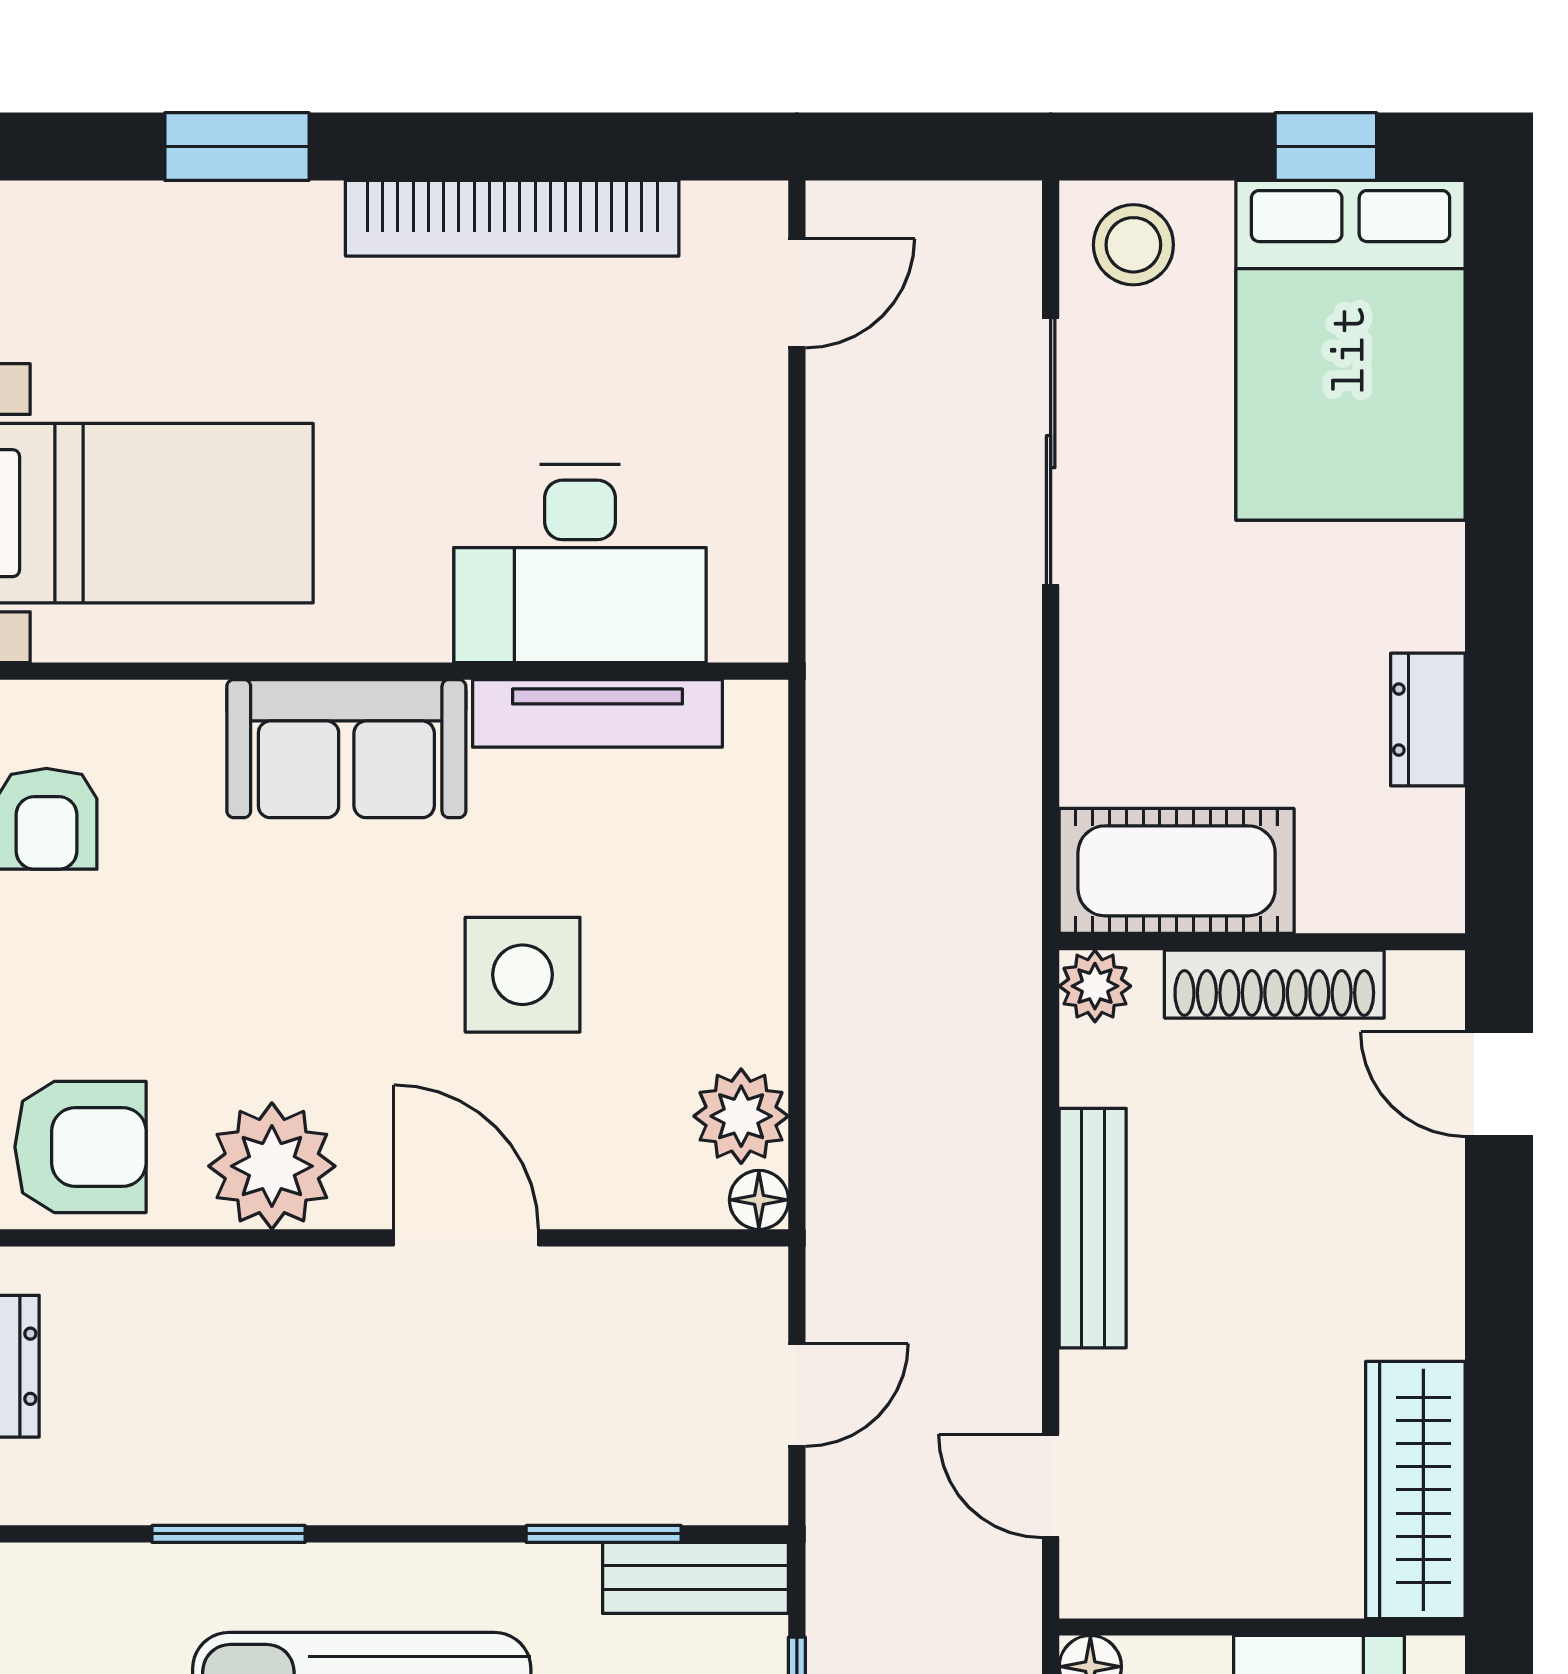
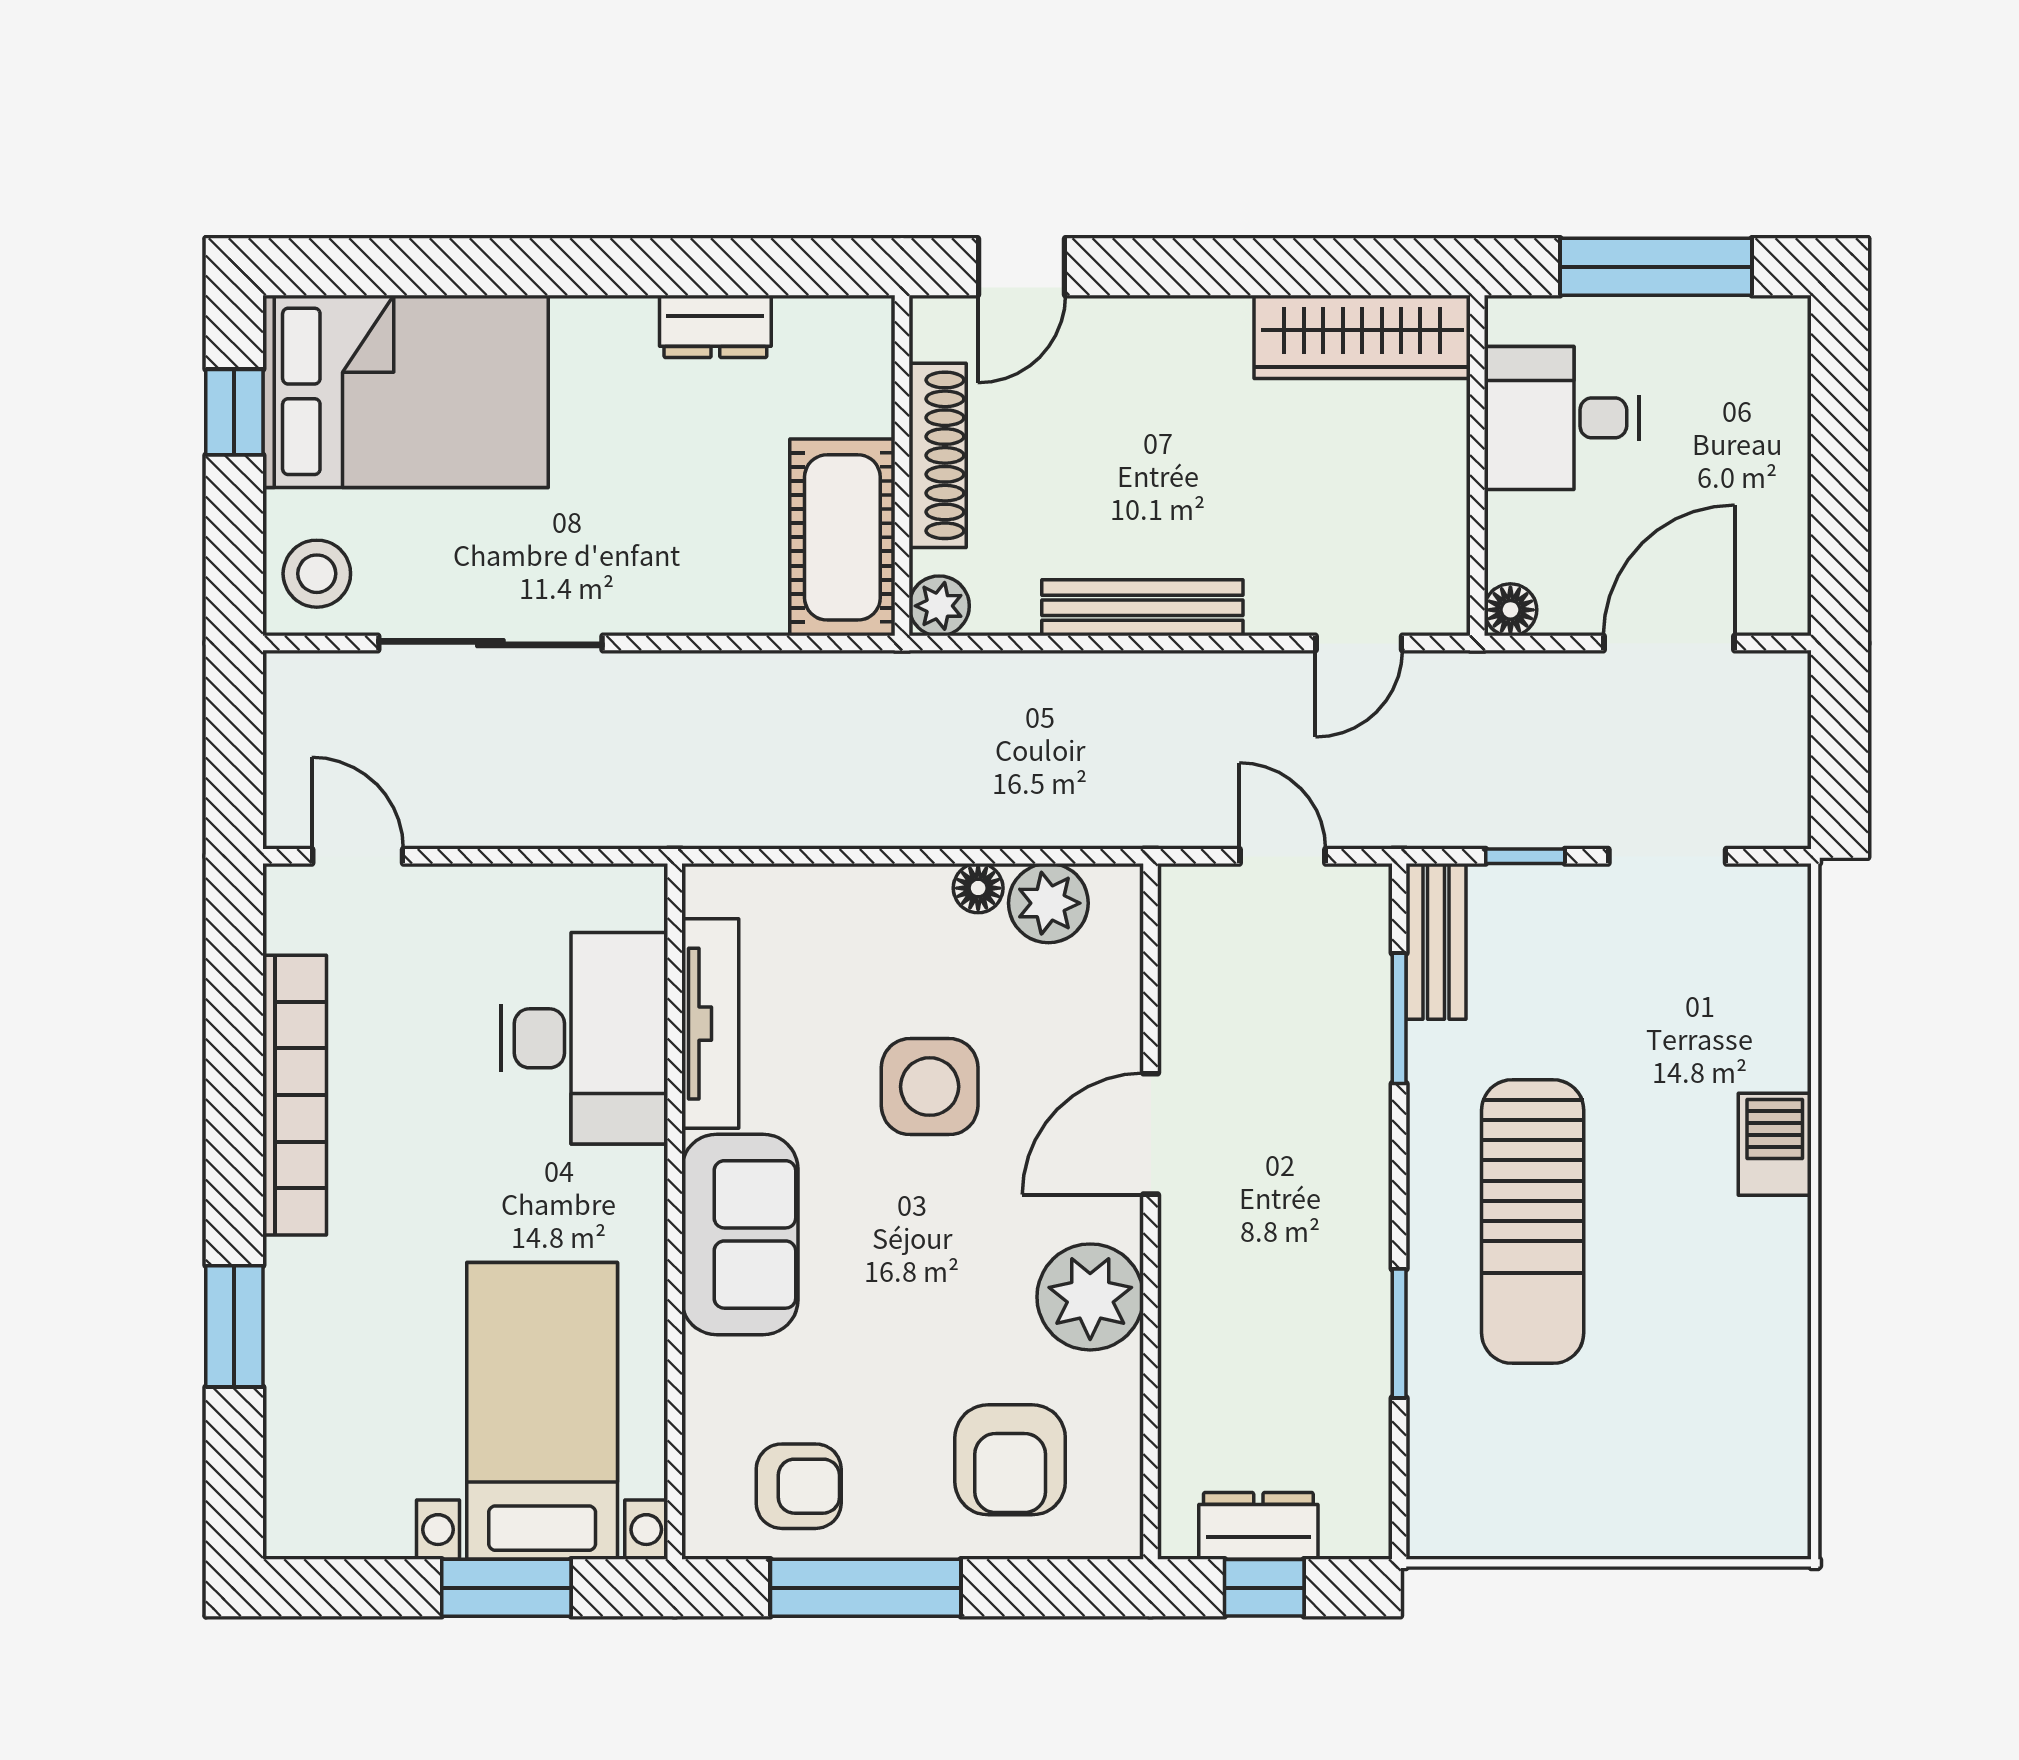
armchair: (80, 1147) -> (1010, 1460), moved, turned 180
floor lamp: (759, 1200) -> (978, 888), moved

